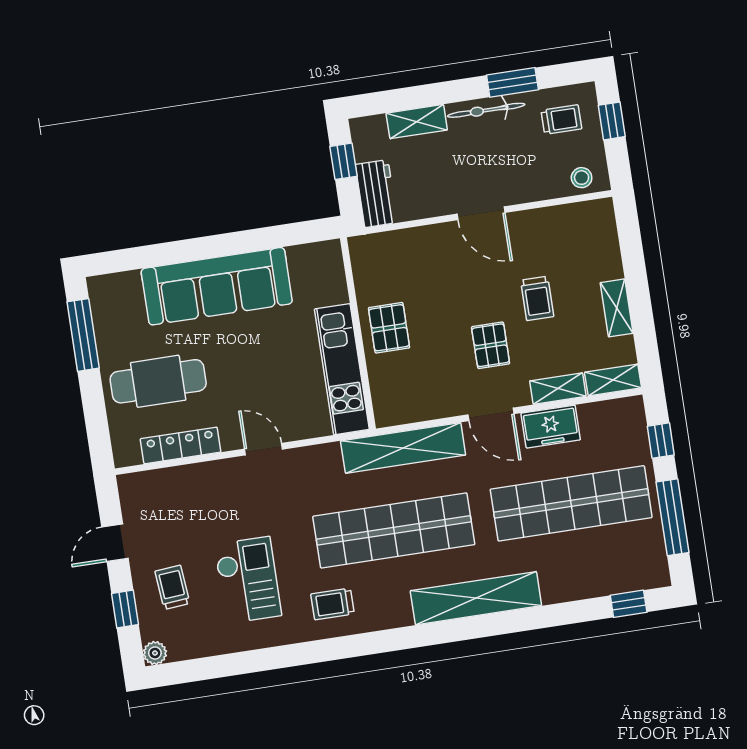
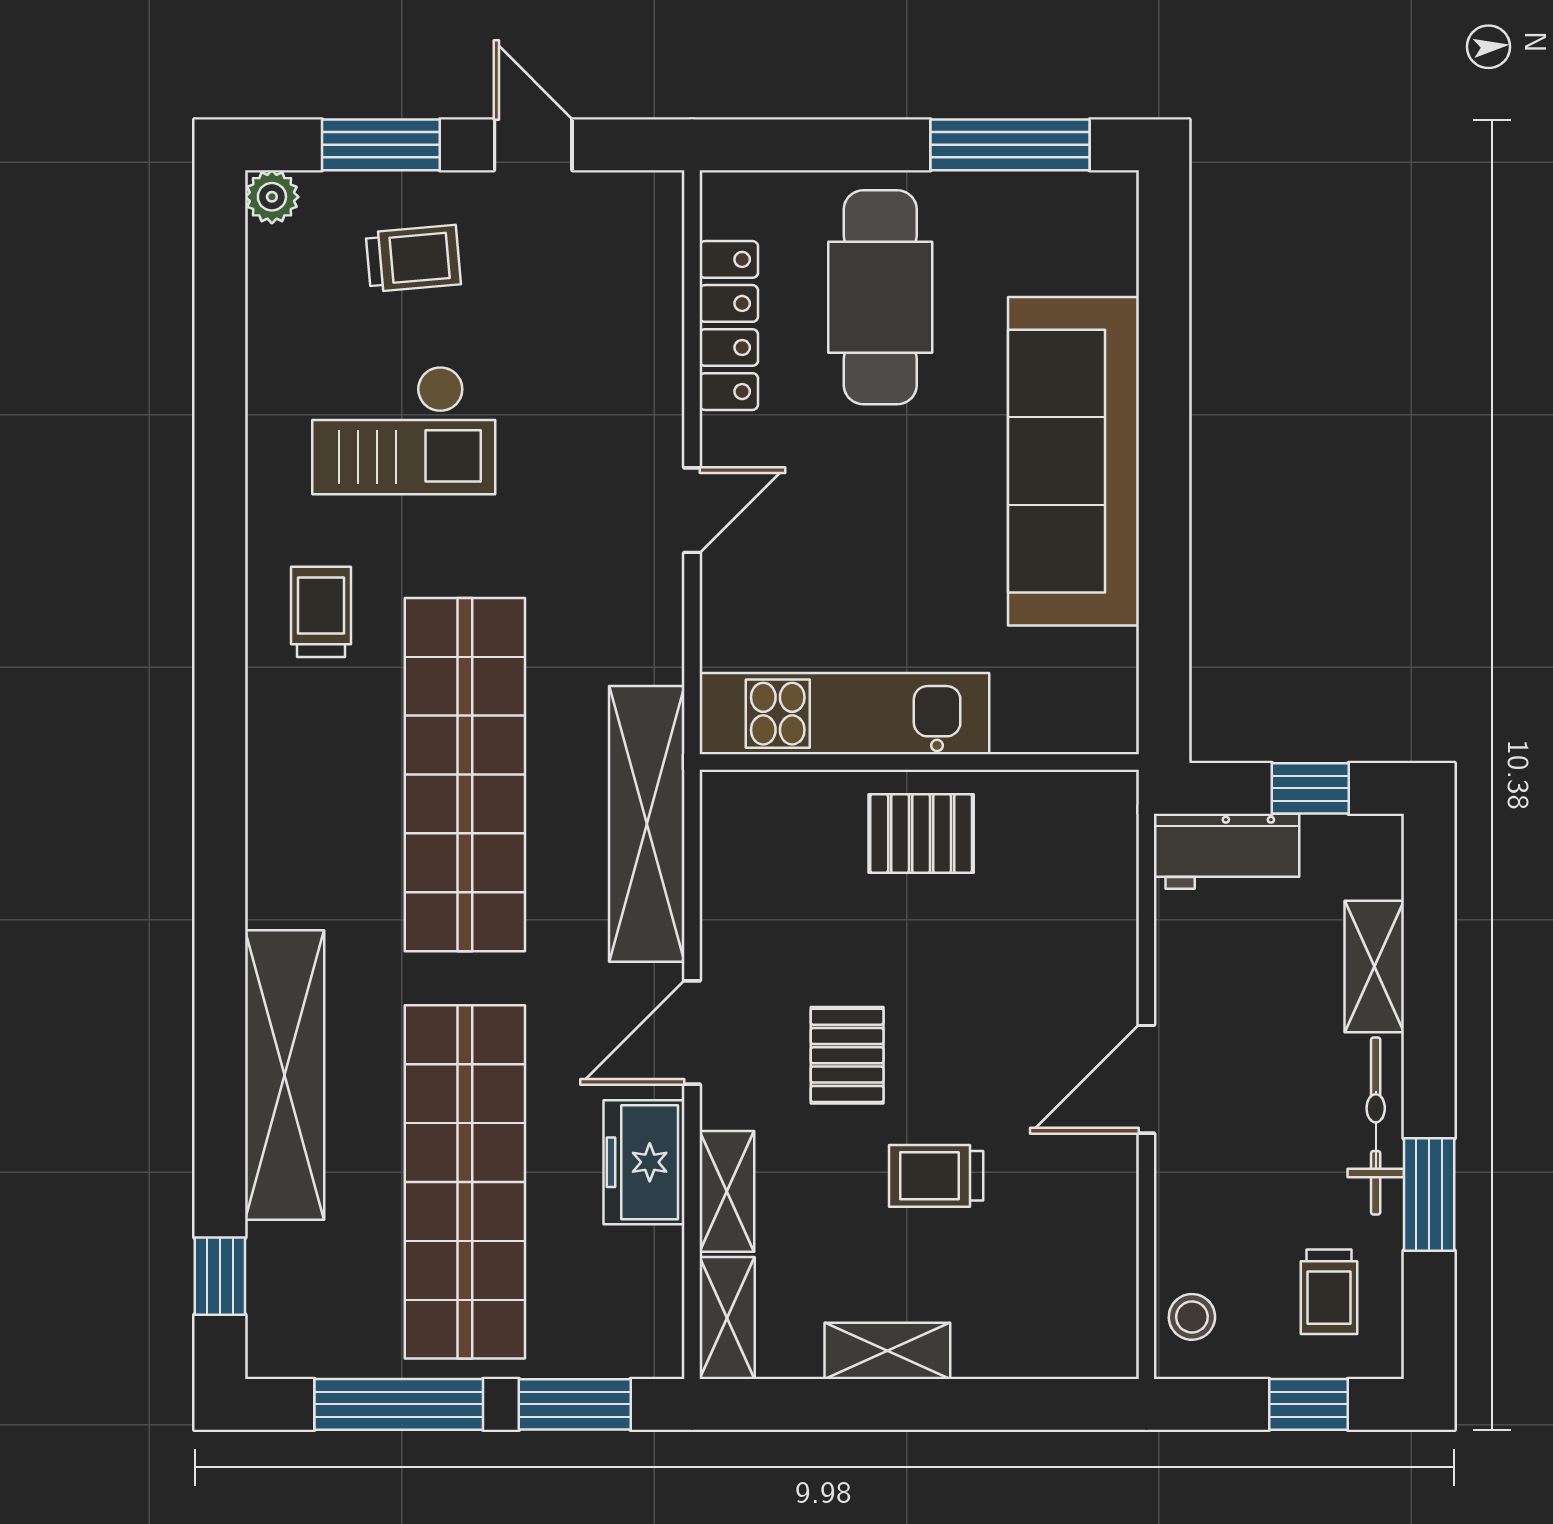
pallet: (491, 345) -> (847, 1055), turned 90
window: (661, 441) -> (575, 1404), width x1.50
shelving: (476, 598) -> (285, 1075), moved
window: (125, 609) -> (381, 145), width x1.50

